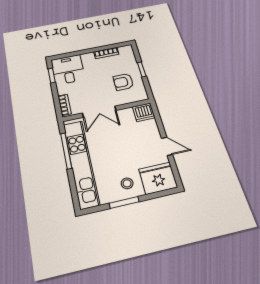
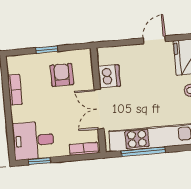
armchair: (123, 82) -> (62, 75), turned 180
double door: (99, 112) -> (99, 109), swing flipped
dishwasher: (144, 112) -> (109, 76), moved

